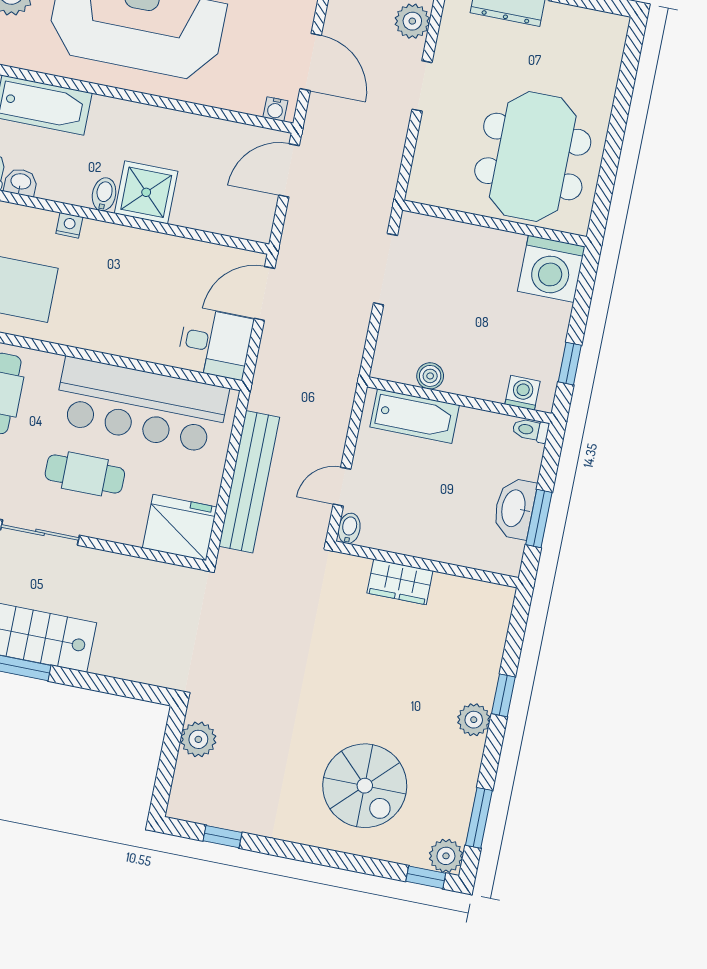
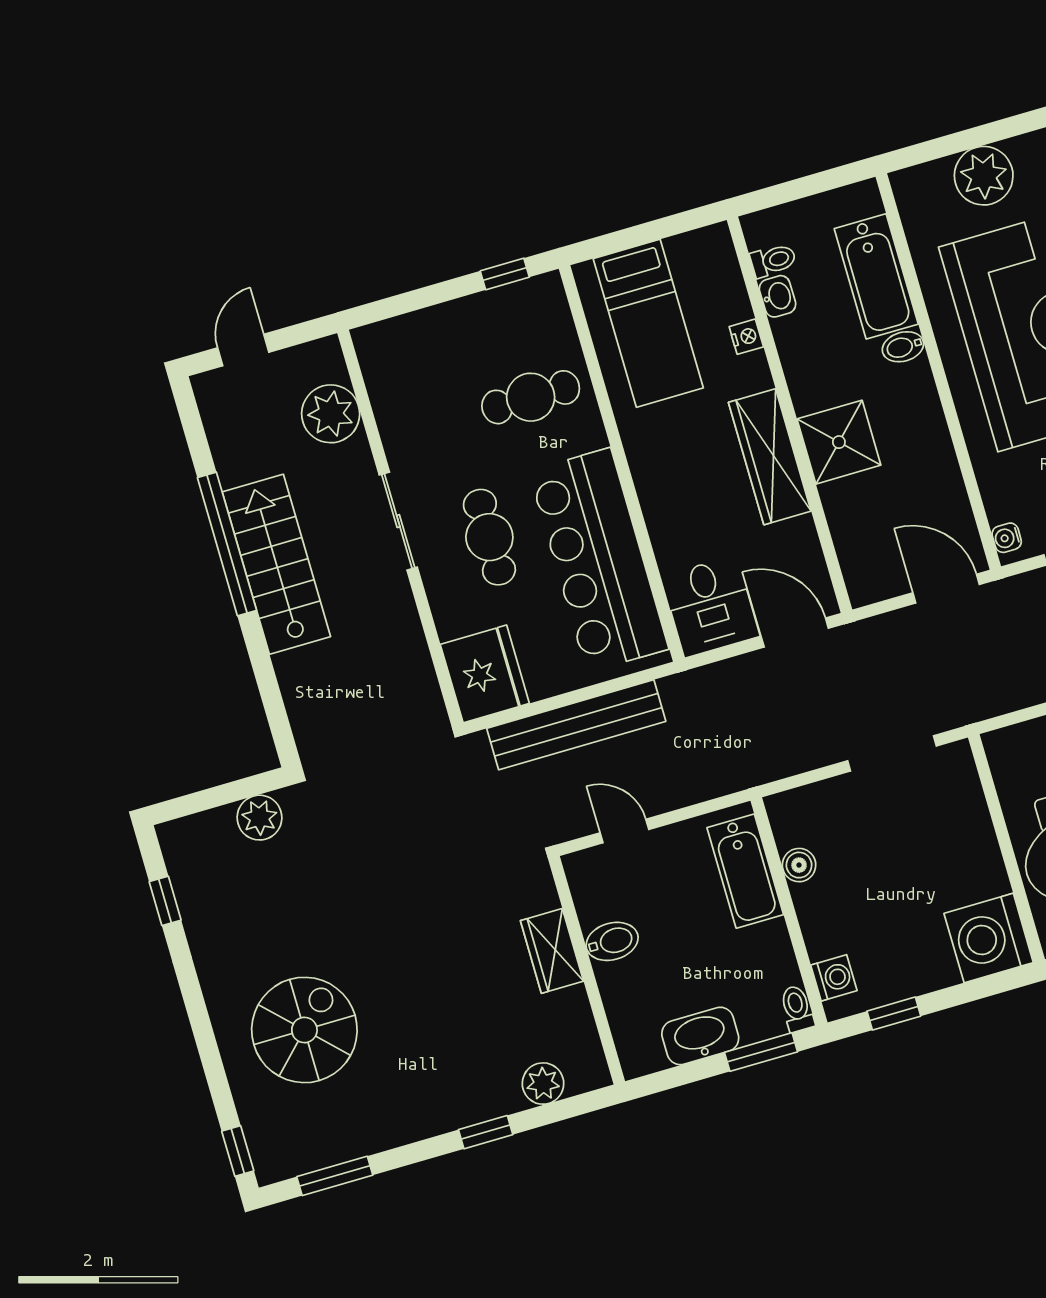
bidet: (104, 194) -> (903, 347), moved, turned 180
nightstand: (69, 225) -> (746, 337), moved
wardrobe: (131, 246) -> (770, 457), added
window: (539, 518) -> (761, 1052), moved
bidet: (349, 528) -> (612, 941), moved, width x1.38, depth x1.36
plant: (474, 720) -> (543, 1084), moved
spiral stairs: (365, 786) -> (304, 1030), turned 180
plant: (446, 856) -> (273, 1161), removed

